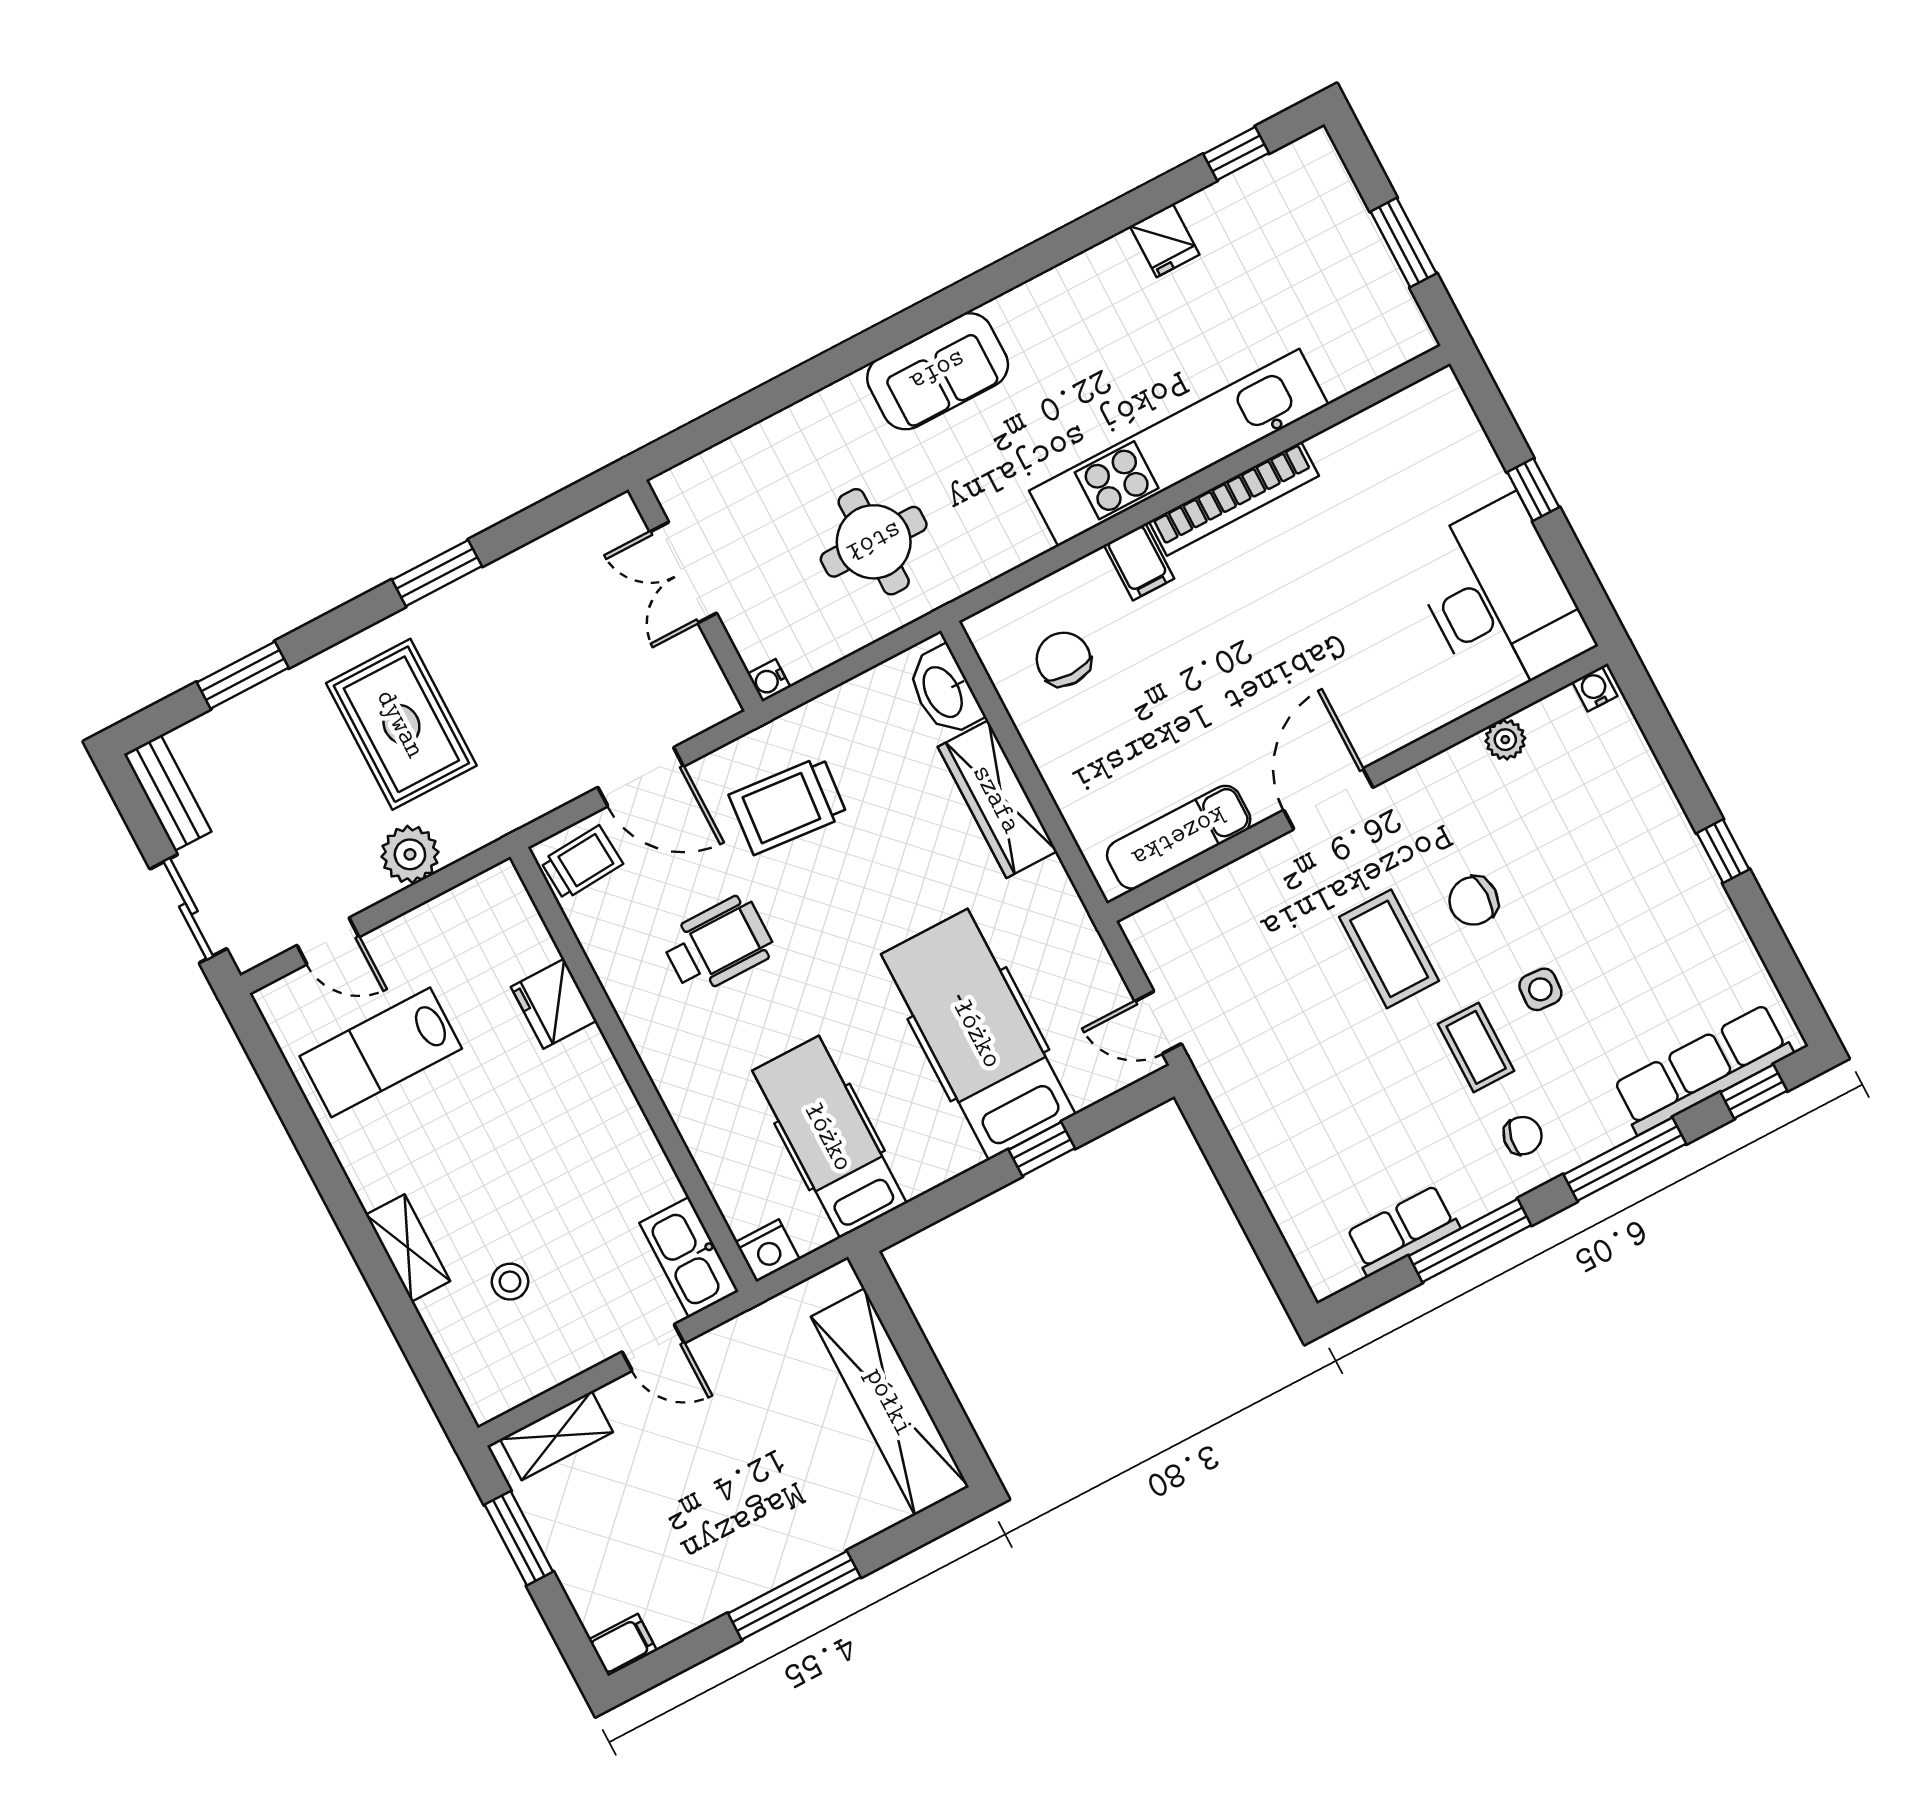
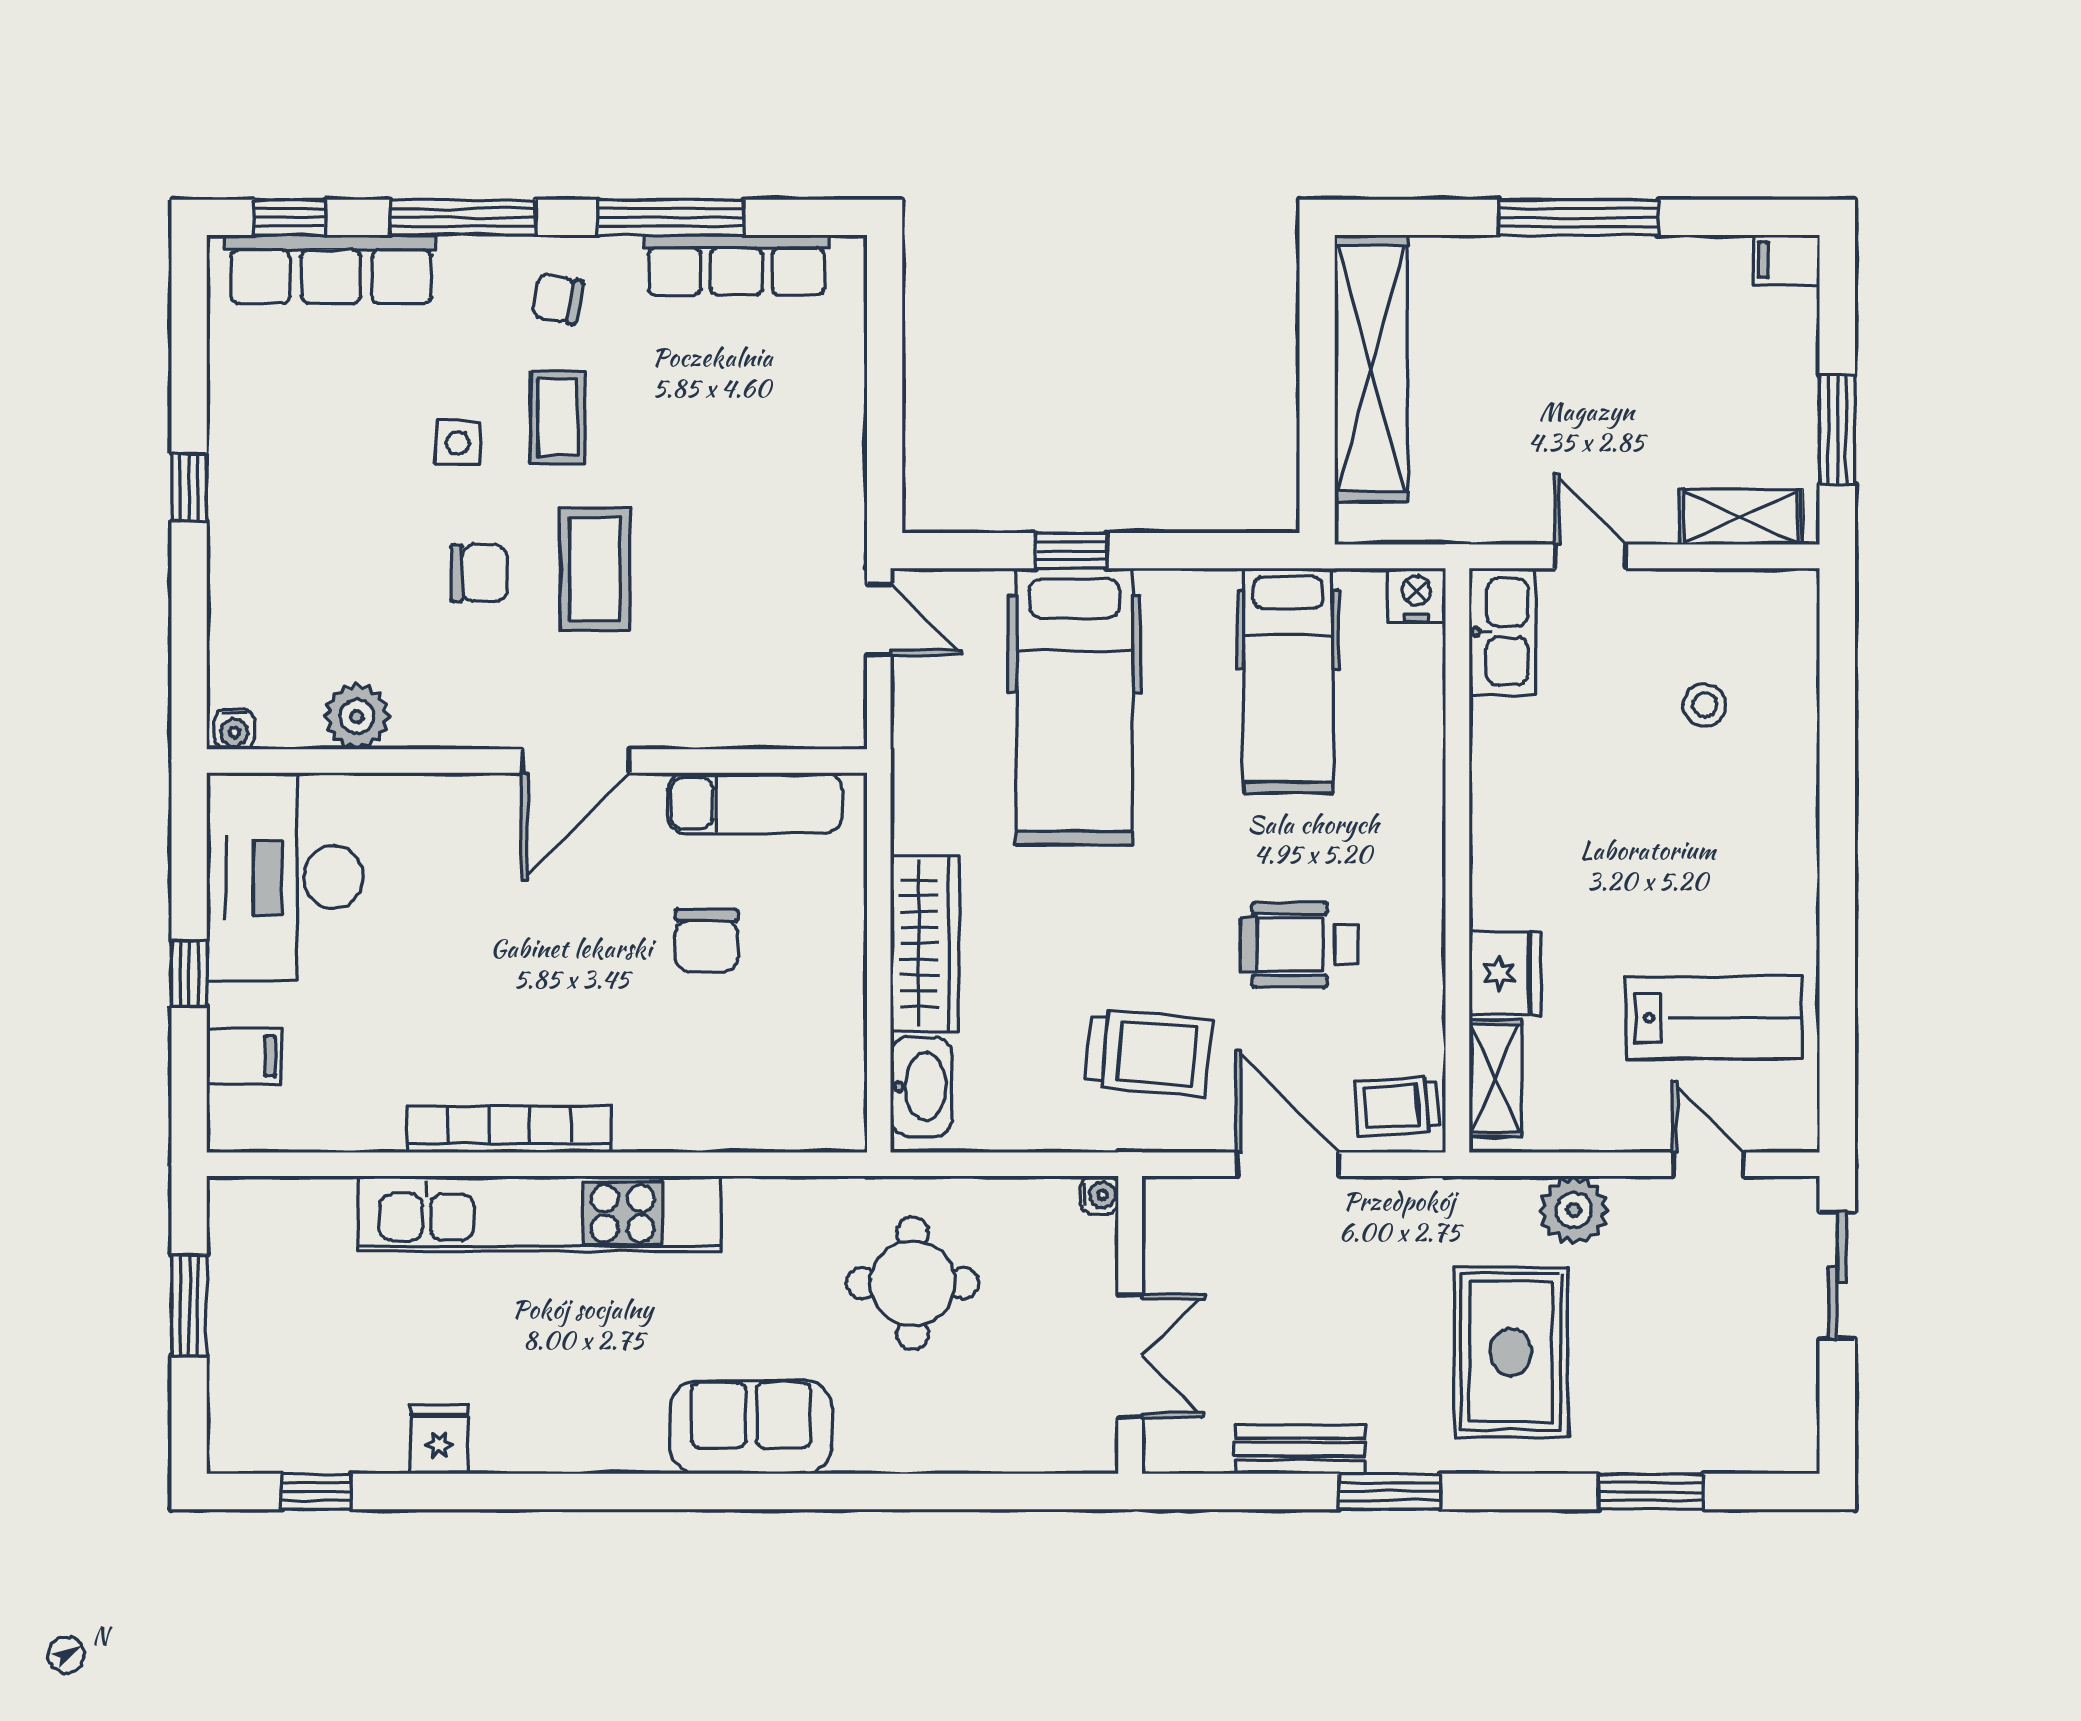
filing cabinet: (1139, 562) -> (244, 1056), moved, turned 90
chair: (1063, 659) -> (707, 940), moved
plant: (1505, 740) -> (357, 716), width x1.38, depth x1.38
bench: (168, 793) -> (1300, 1449), moved, turned 90
row of seats: (1403, 1231) -> (736, 265), width x1.48
shelving: (408, 1248) -> (1495, 1078), moved

